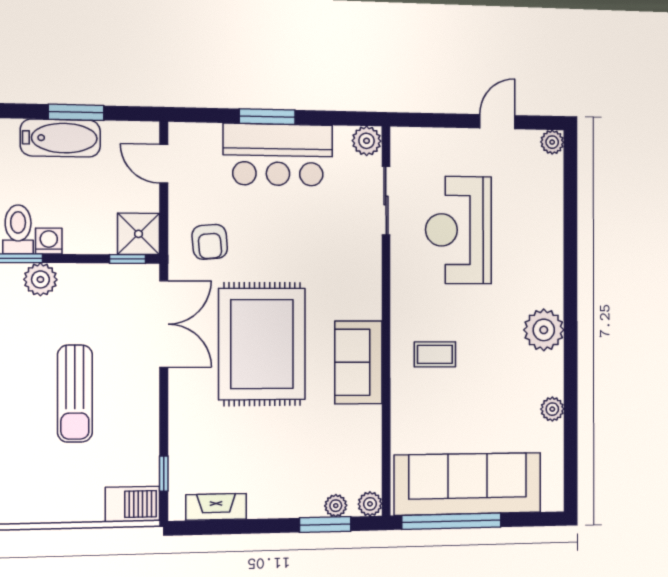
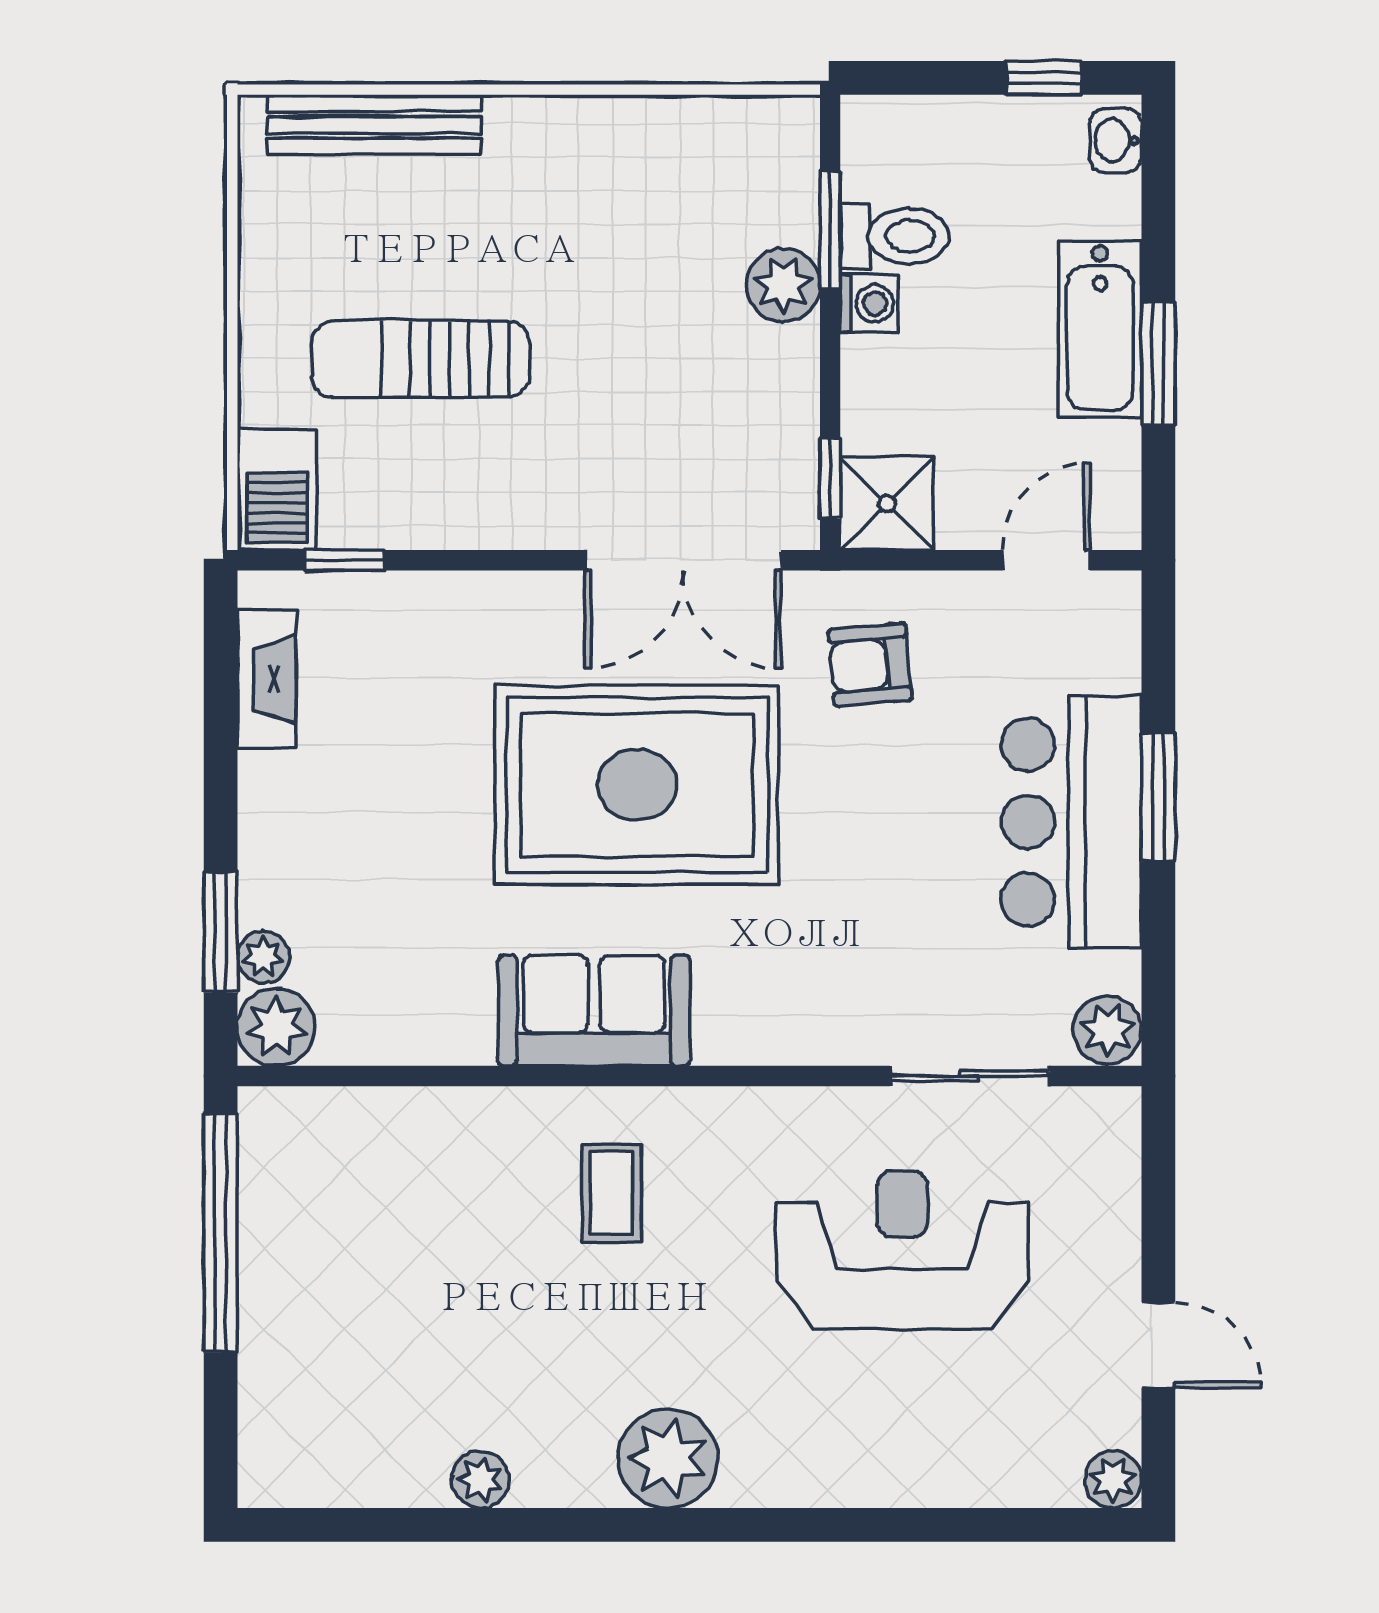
sun lounger: (75, 394) -> (421, 359), moved
sofa: (468, 484) -> (308, 1272), removed
plant: (370, 504) -> (276, 1027), width x1.38, depth x1.38

